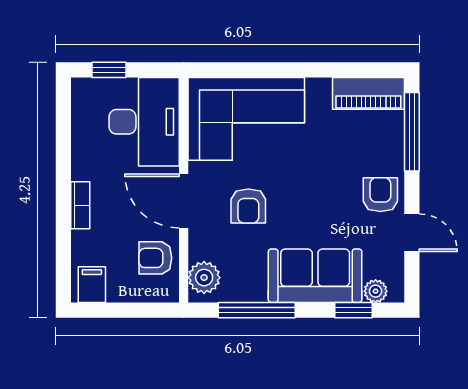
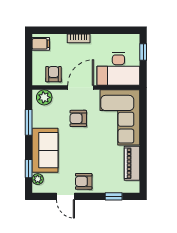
piano: (368, 93) -> (132, 163), moved
window: (412, 132) -> (114, 196), width x0.46
armchair: (380, 195) -> (84, 181), turned 180
door: (412, 233) -> (66, 196), hinge flipped
window: (257, 310) -> (29, 122), width x0.69

